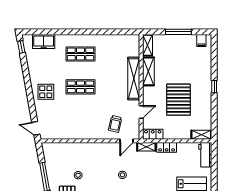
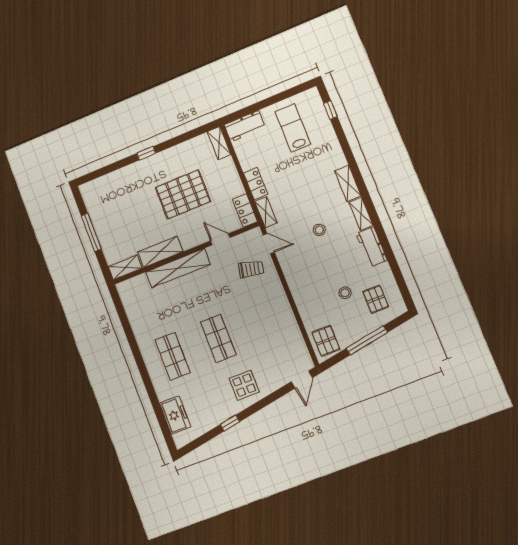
filing cabinet: (201, 41) -> (91, 196), removed
window: (21, 47) -> (230, 423), moved
pallet: (54, 152) -> (326, 341), added

